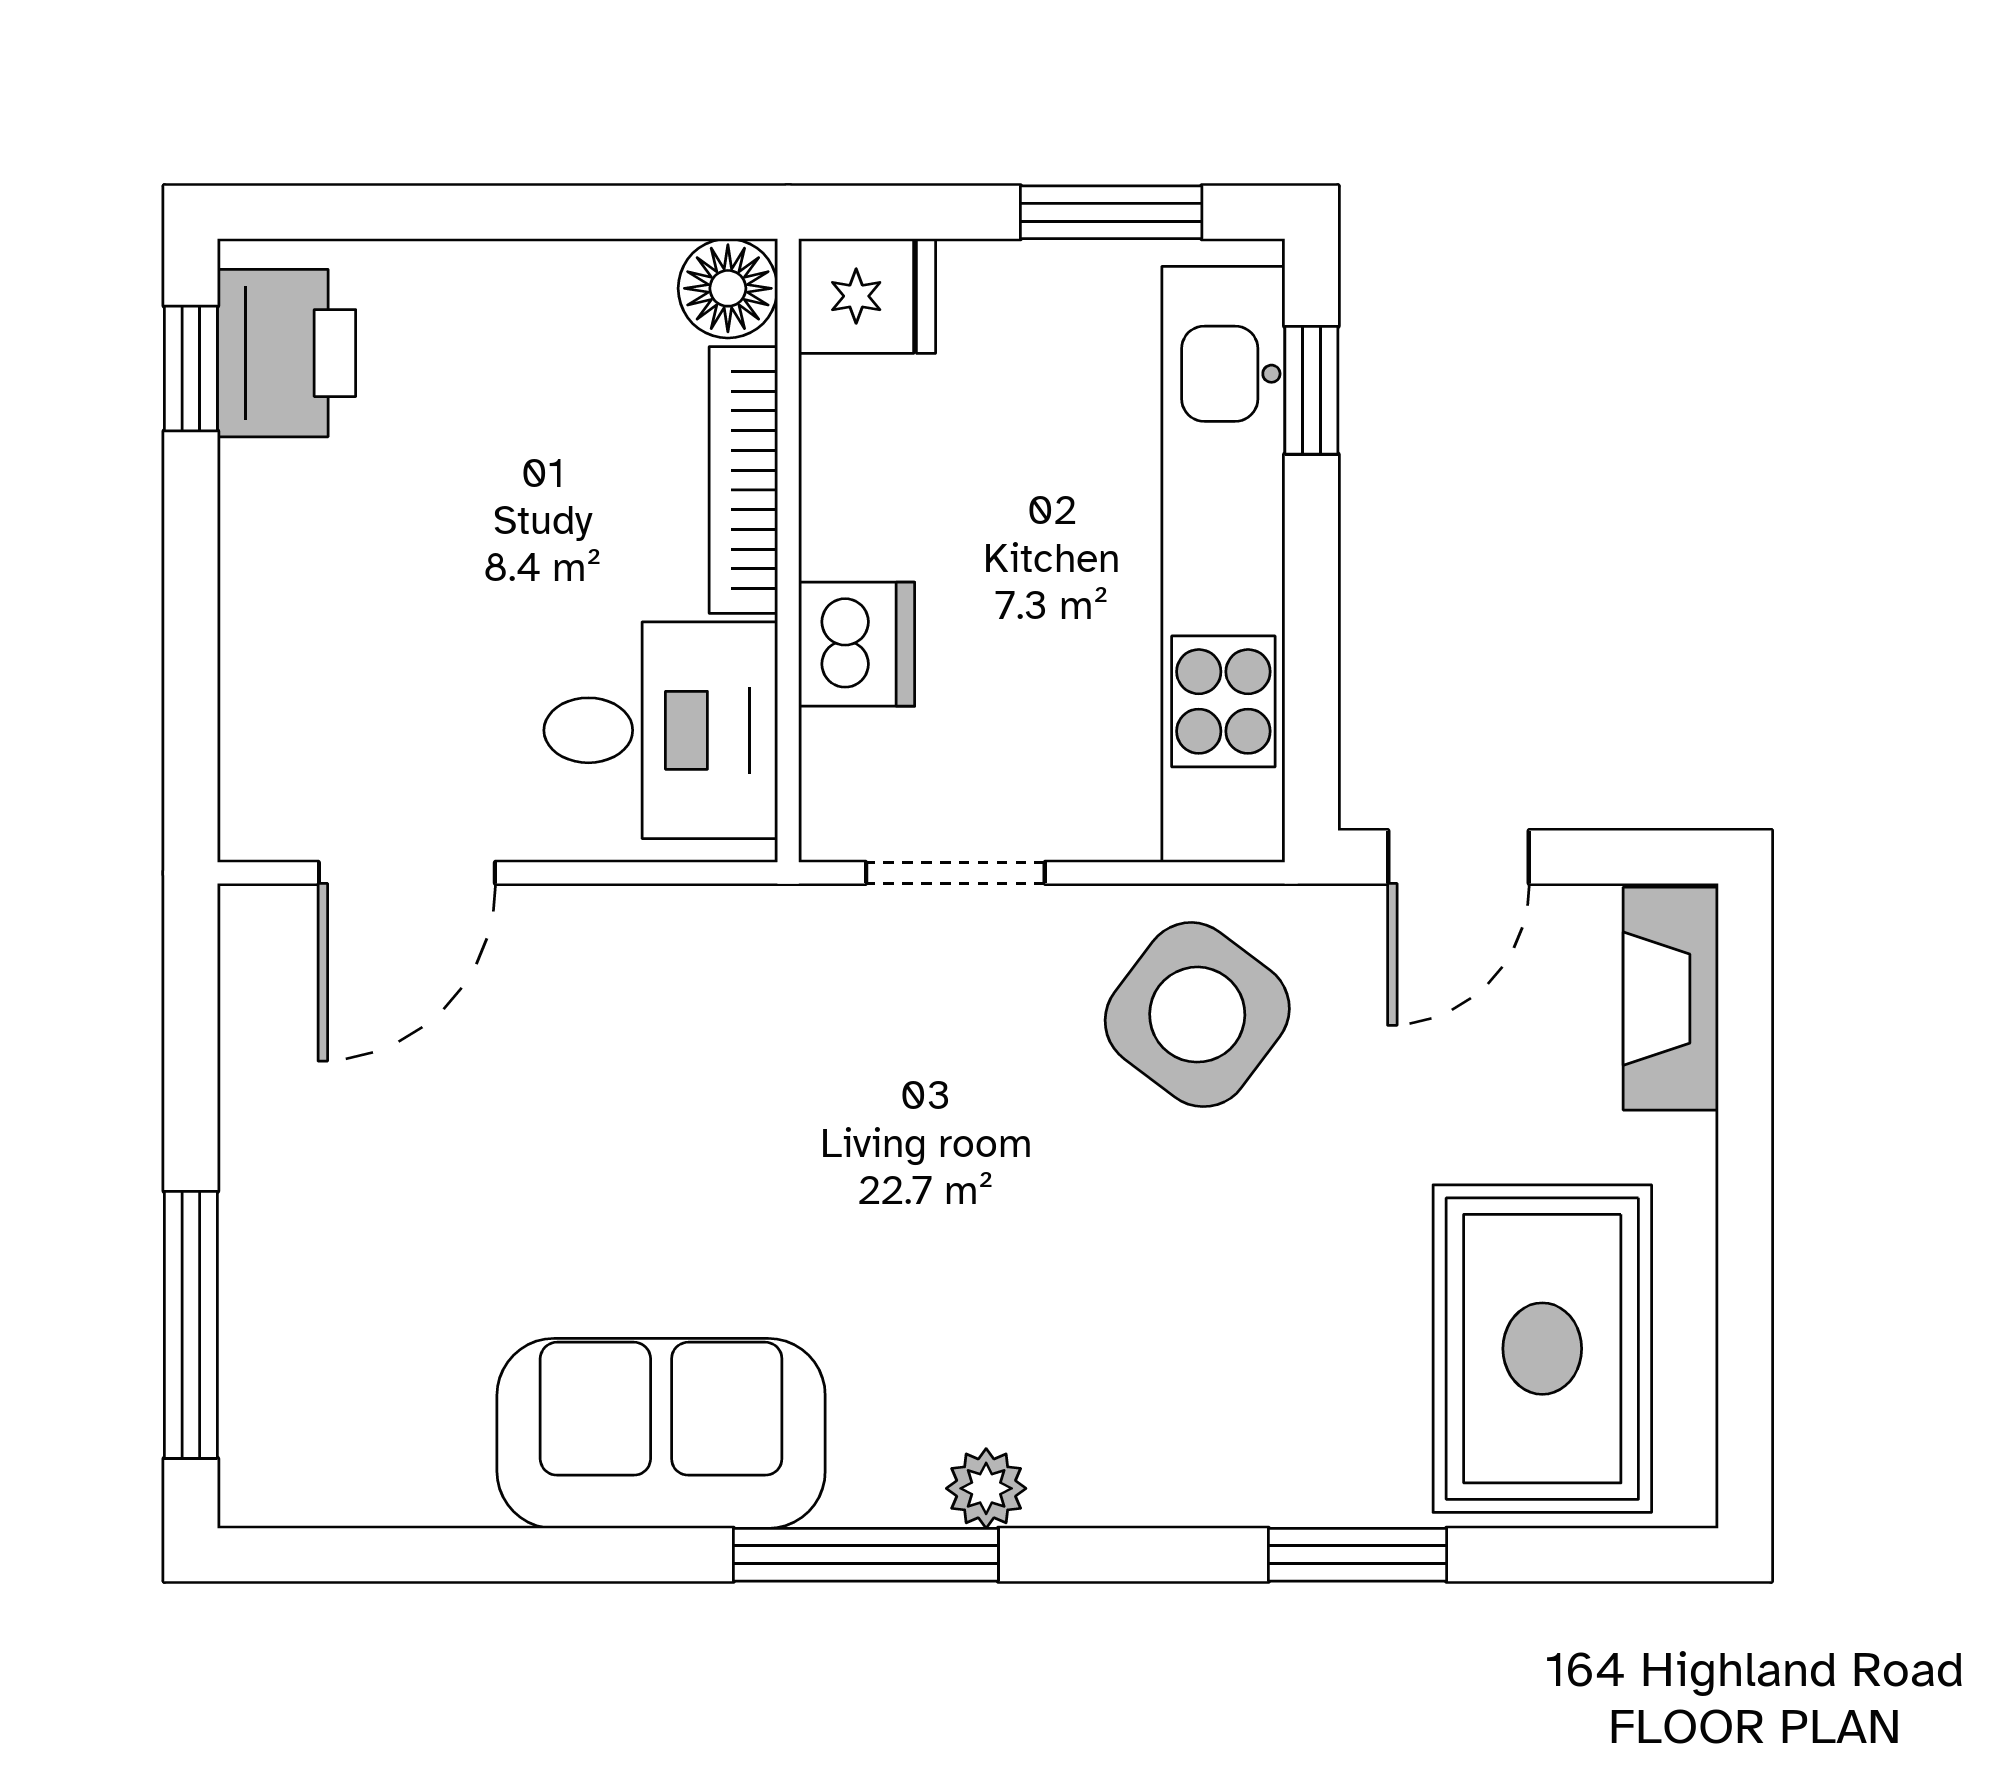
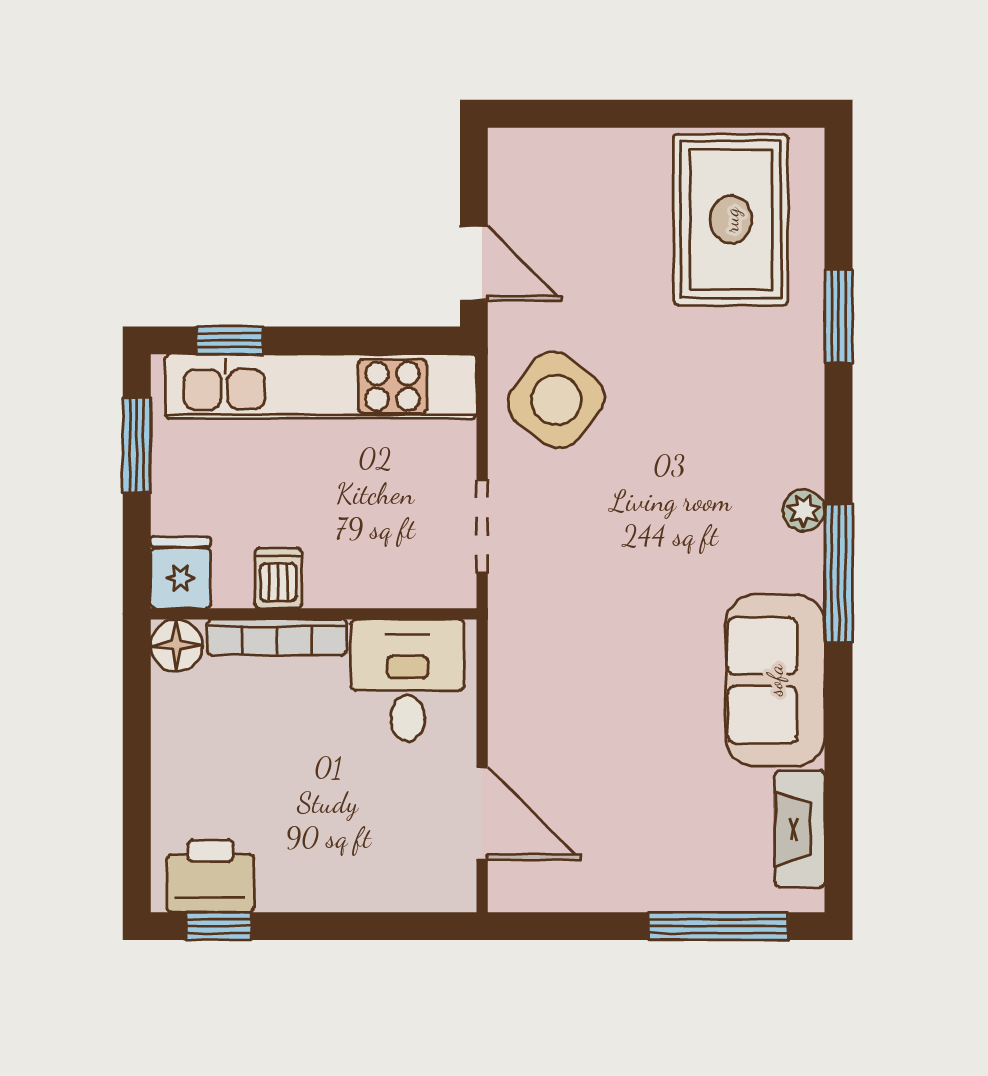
dishwasher: (857, 644) -> (278, 578), moved, width x0.73
fireplace: (1671, 999) -> (800, 829), moved, turned 90
rug: (1542, 1349) -> (731, 220), turned 90

